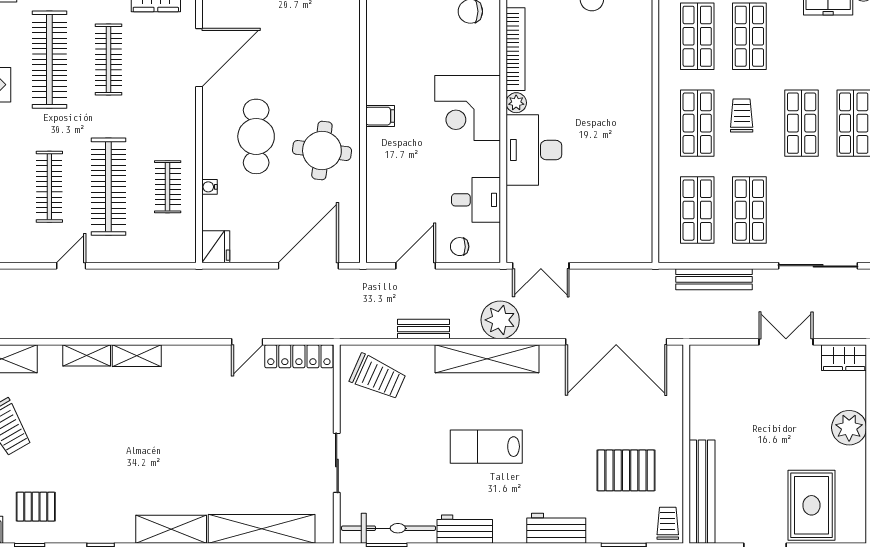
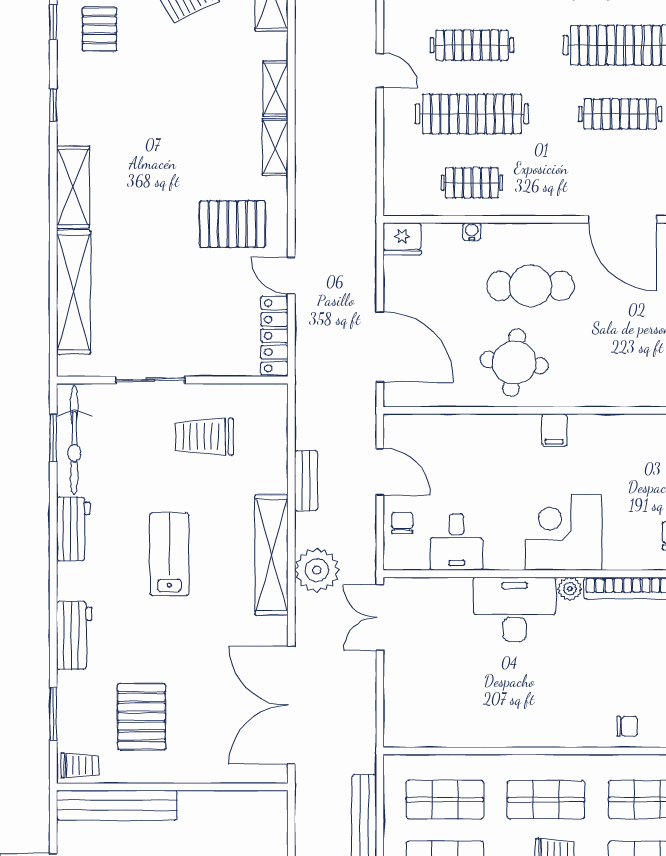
chair: (634, 54) -> (627, 726), added
trolley: (378, 377) -> (205, 437), moved, turned 66
pallet: (203, 392) -> (232, 224), added

